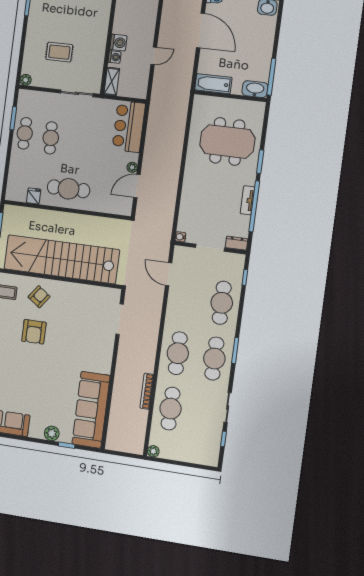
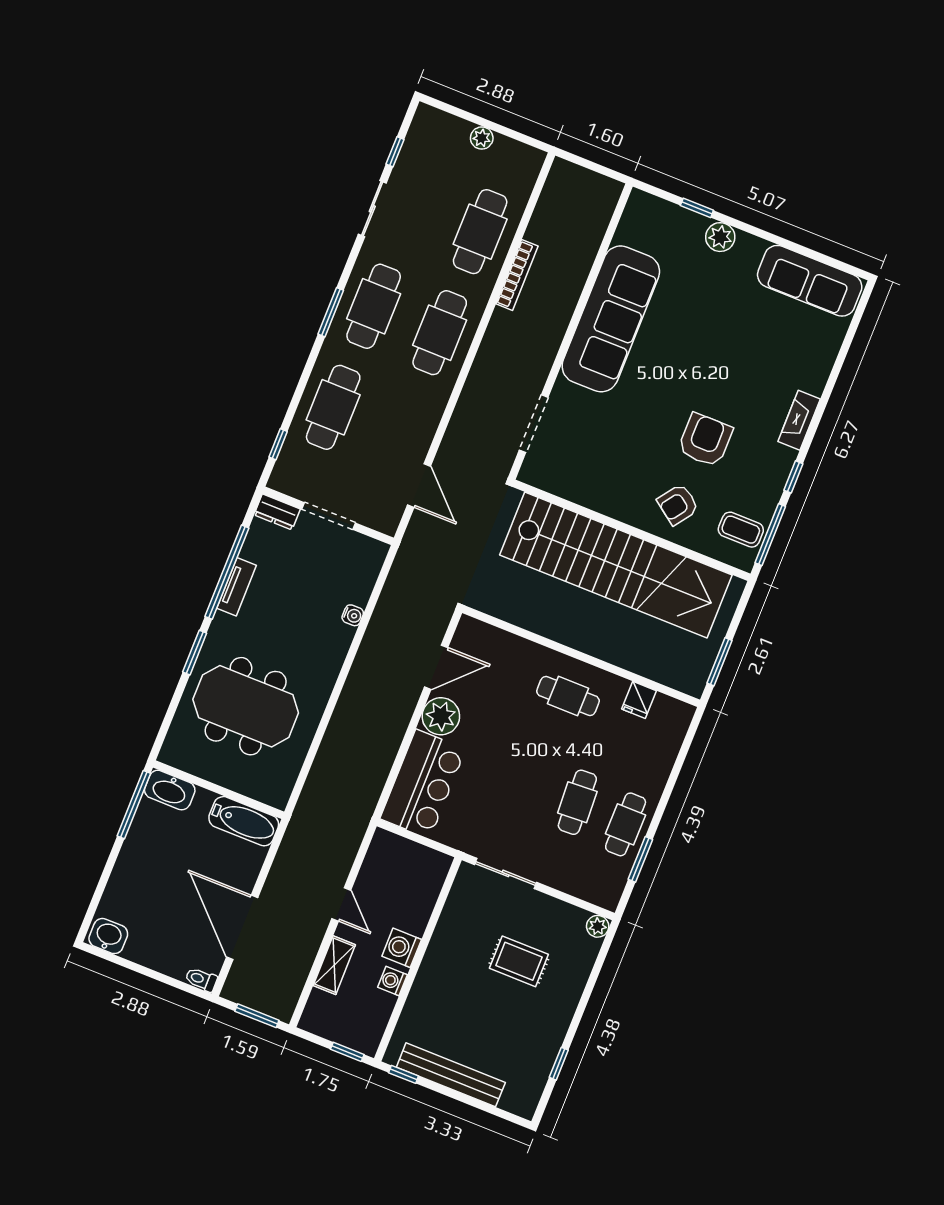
door: (154, 56) -> (341, 904), swing flipped
washing machine: (115, 57) -> (393, 981), moved
shelving: (112, 81) -> (334, 965), moved
plant: (132, 167) -> (441, 716), width x1.87, depth x1.87
cafe table: (69, 189) -> (568, 696), width x0.73, depth x0.74
water cooler: (180, 237) -> (353, 615), moved
sofa: (91, 410) -> (611, 319), moved
plant: (153, 451) -> (482, 138), moved

